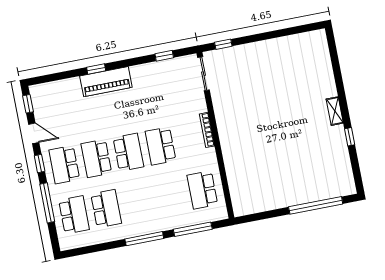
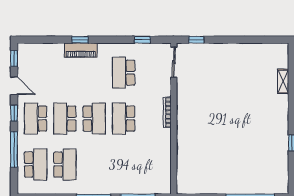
piano: (106, 82) -> (81, 50), width x0.73, depth x0.75
shelving: (335, 111) -> (283, 81), moved
school desk: (202, 190) -> (124, 73), moved

